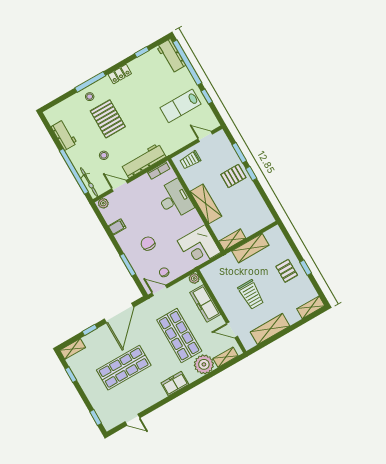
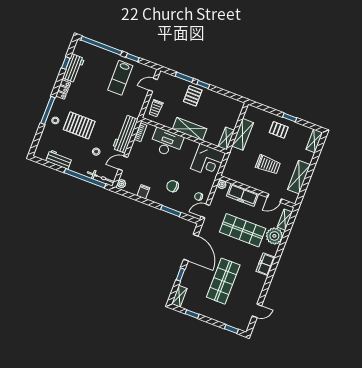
workbench: (171, 56) -> (73, 68), moved, turned -90

